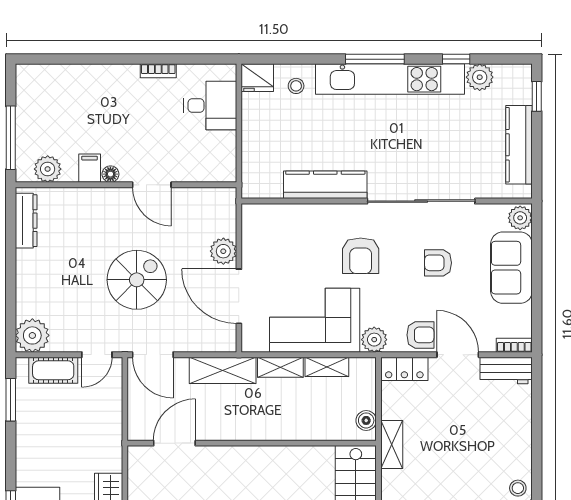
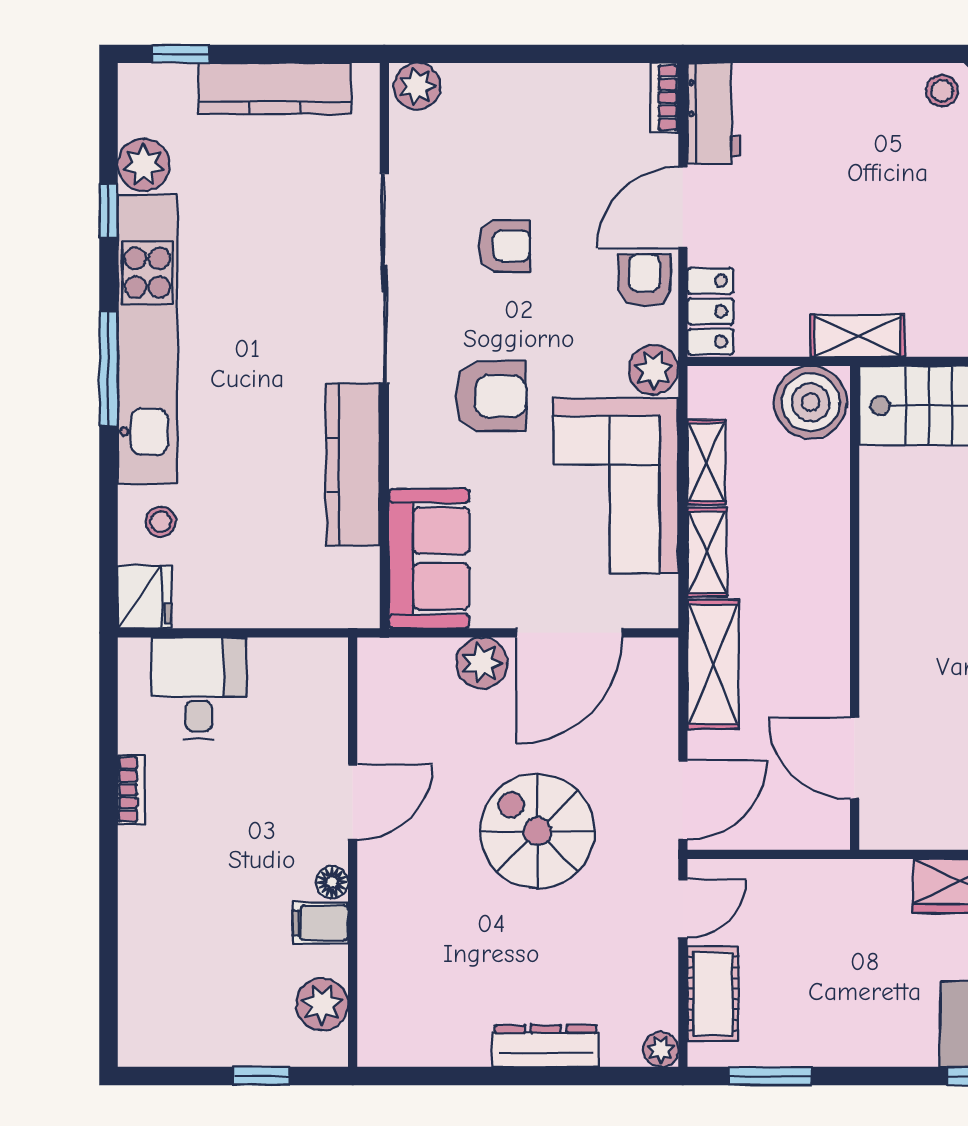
window: (11, 138) -> (261, 1076), width x0.46
dresser: (26, 221) -> (546, 1046), moved
armchair: (438, 263) -> (504, 246), turned -90
sofa: (511, 268) -> (429, 559), moved, turned -90
plant: (32, 335) -> (661, 1049), width x0.53, depth x0.53
door: (97, 355) -> (683, 909), hinge flipped
boiler: (366, 420) -> (811, 402), width x1.86, depth x1.86

